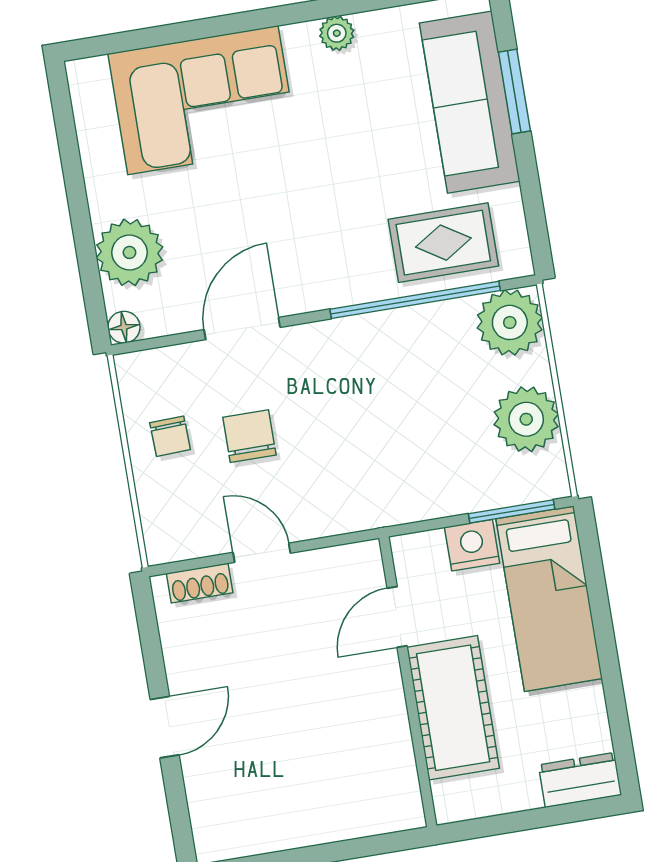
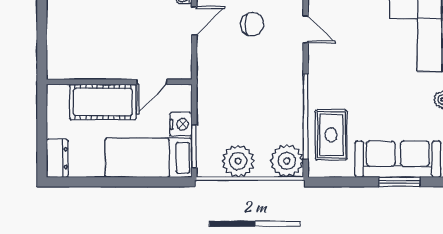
door: (242, 328) -> (306, 29), width x0.73
door: (397, 617) -> (152, 82), swing flipped

